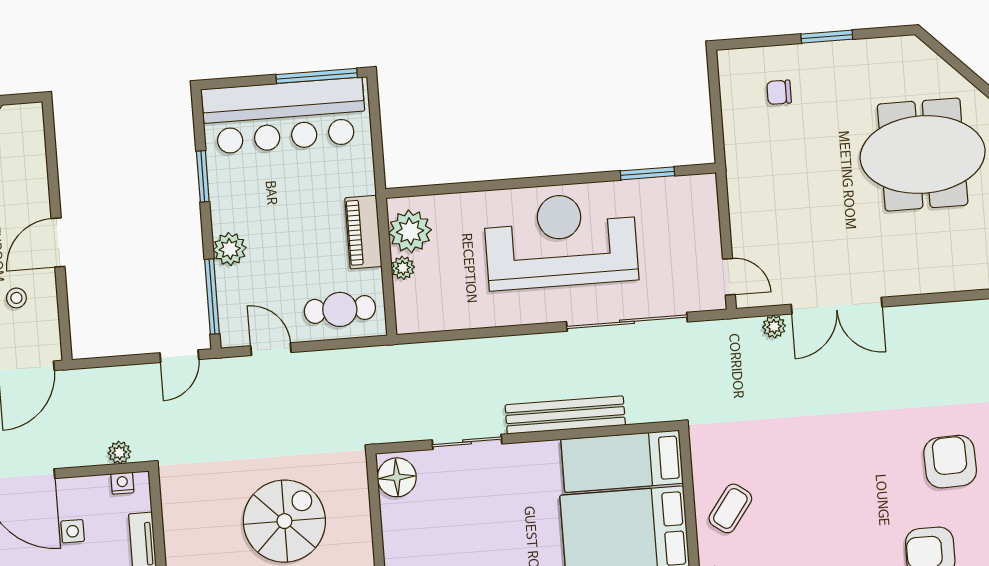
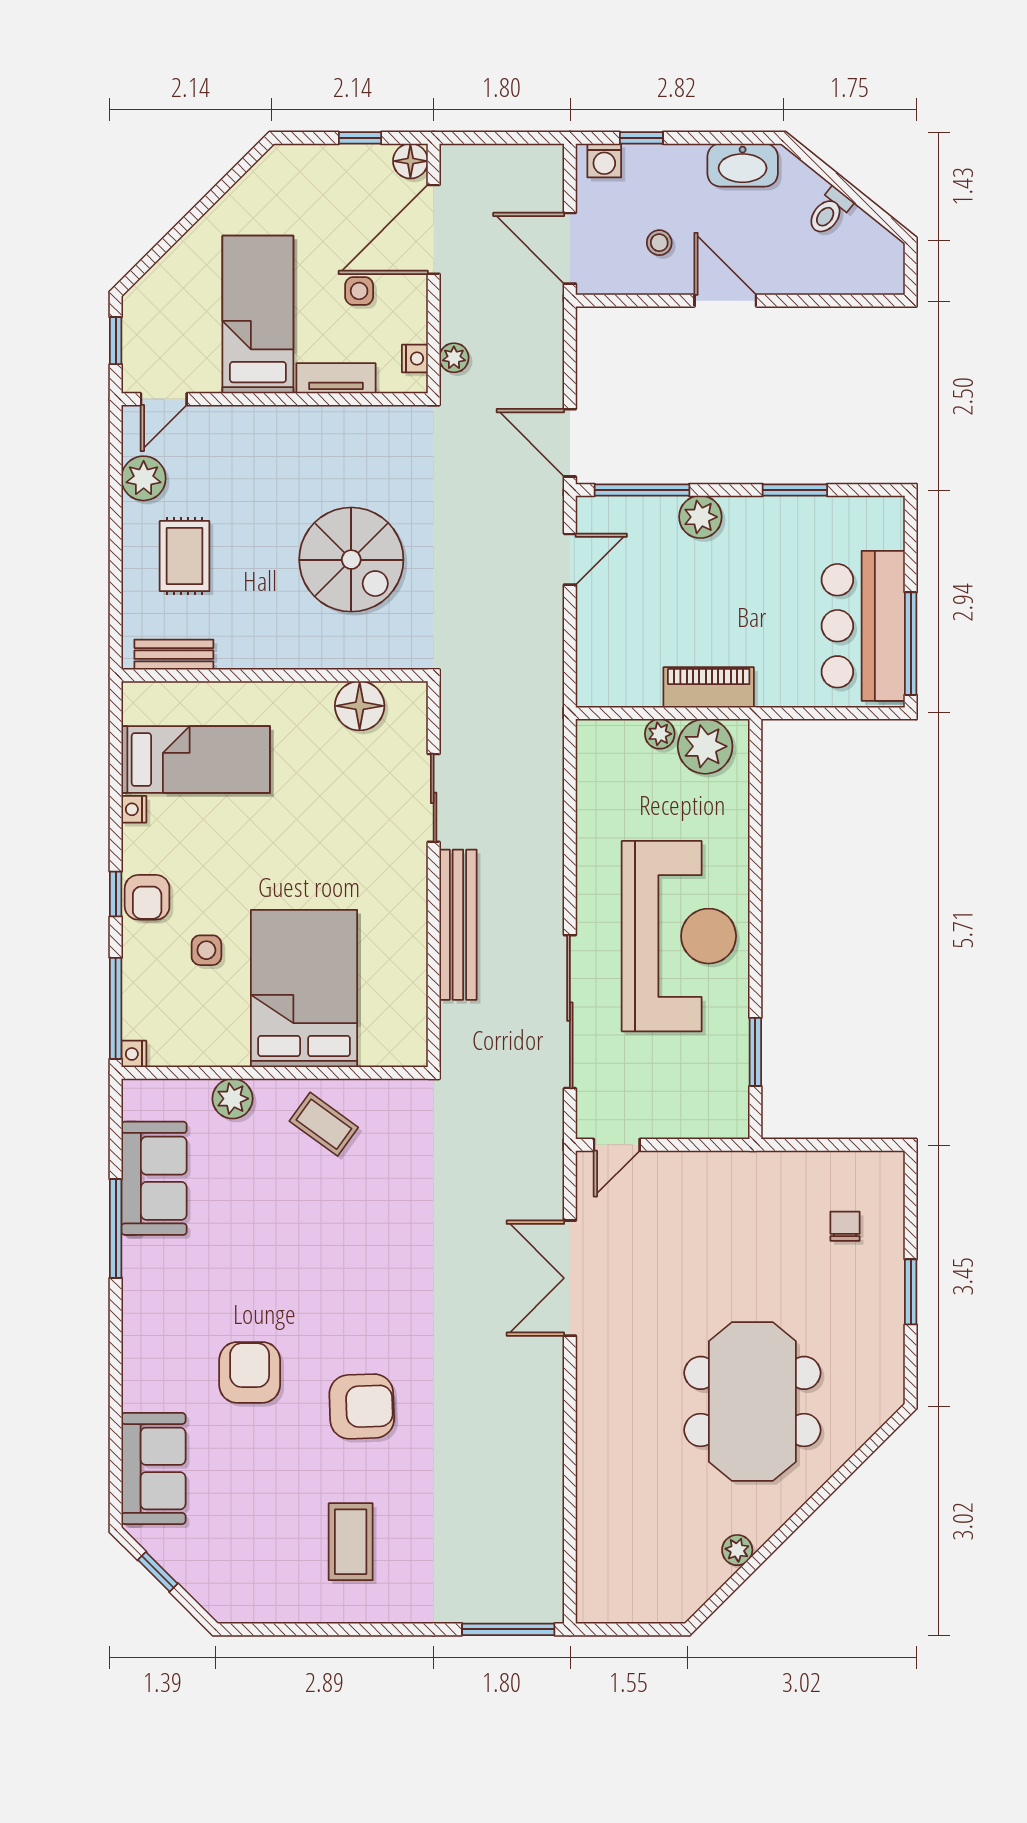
bar counter: (284, 116) -> (863, 626), width x0.73
cafe table: (340, 309) -> (613, 650), removed
plant: (774, 327) -> (549, 1197), removed
door: (179, 356) -> (570, 443), width x1.38
bed: (622, 461) -> (394, 992), removed
floor lamp: (397, 477) -> (360, 706), moved

